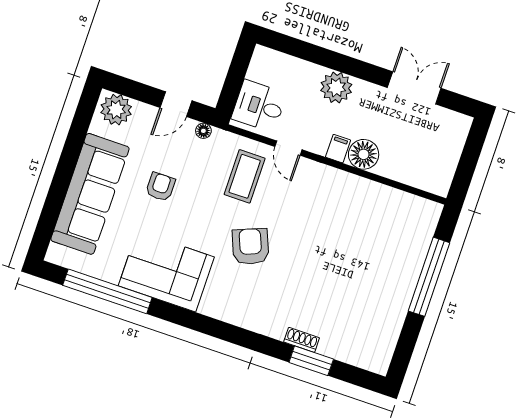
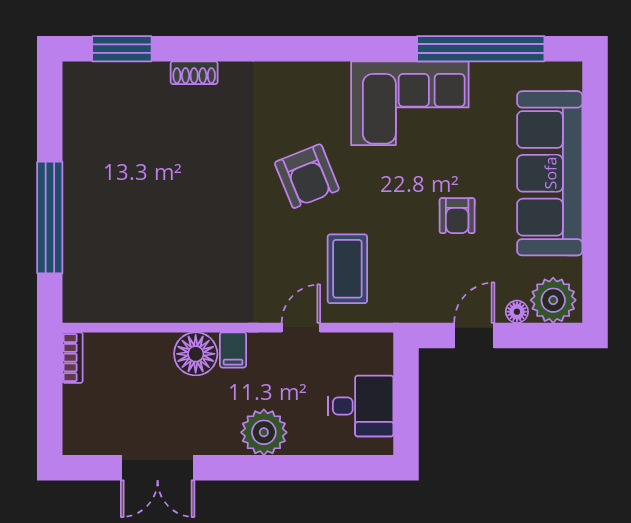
desk: (259, 106) -> (360, 406), moved
floor lamp: (203, 131) -> (517, 312), moved
door: (288, 148) -> (301, 328), hinge flipped
bookcase: (445, 179) -> (73, 358), added
window: (311, 361) -> (122, 49), moved

